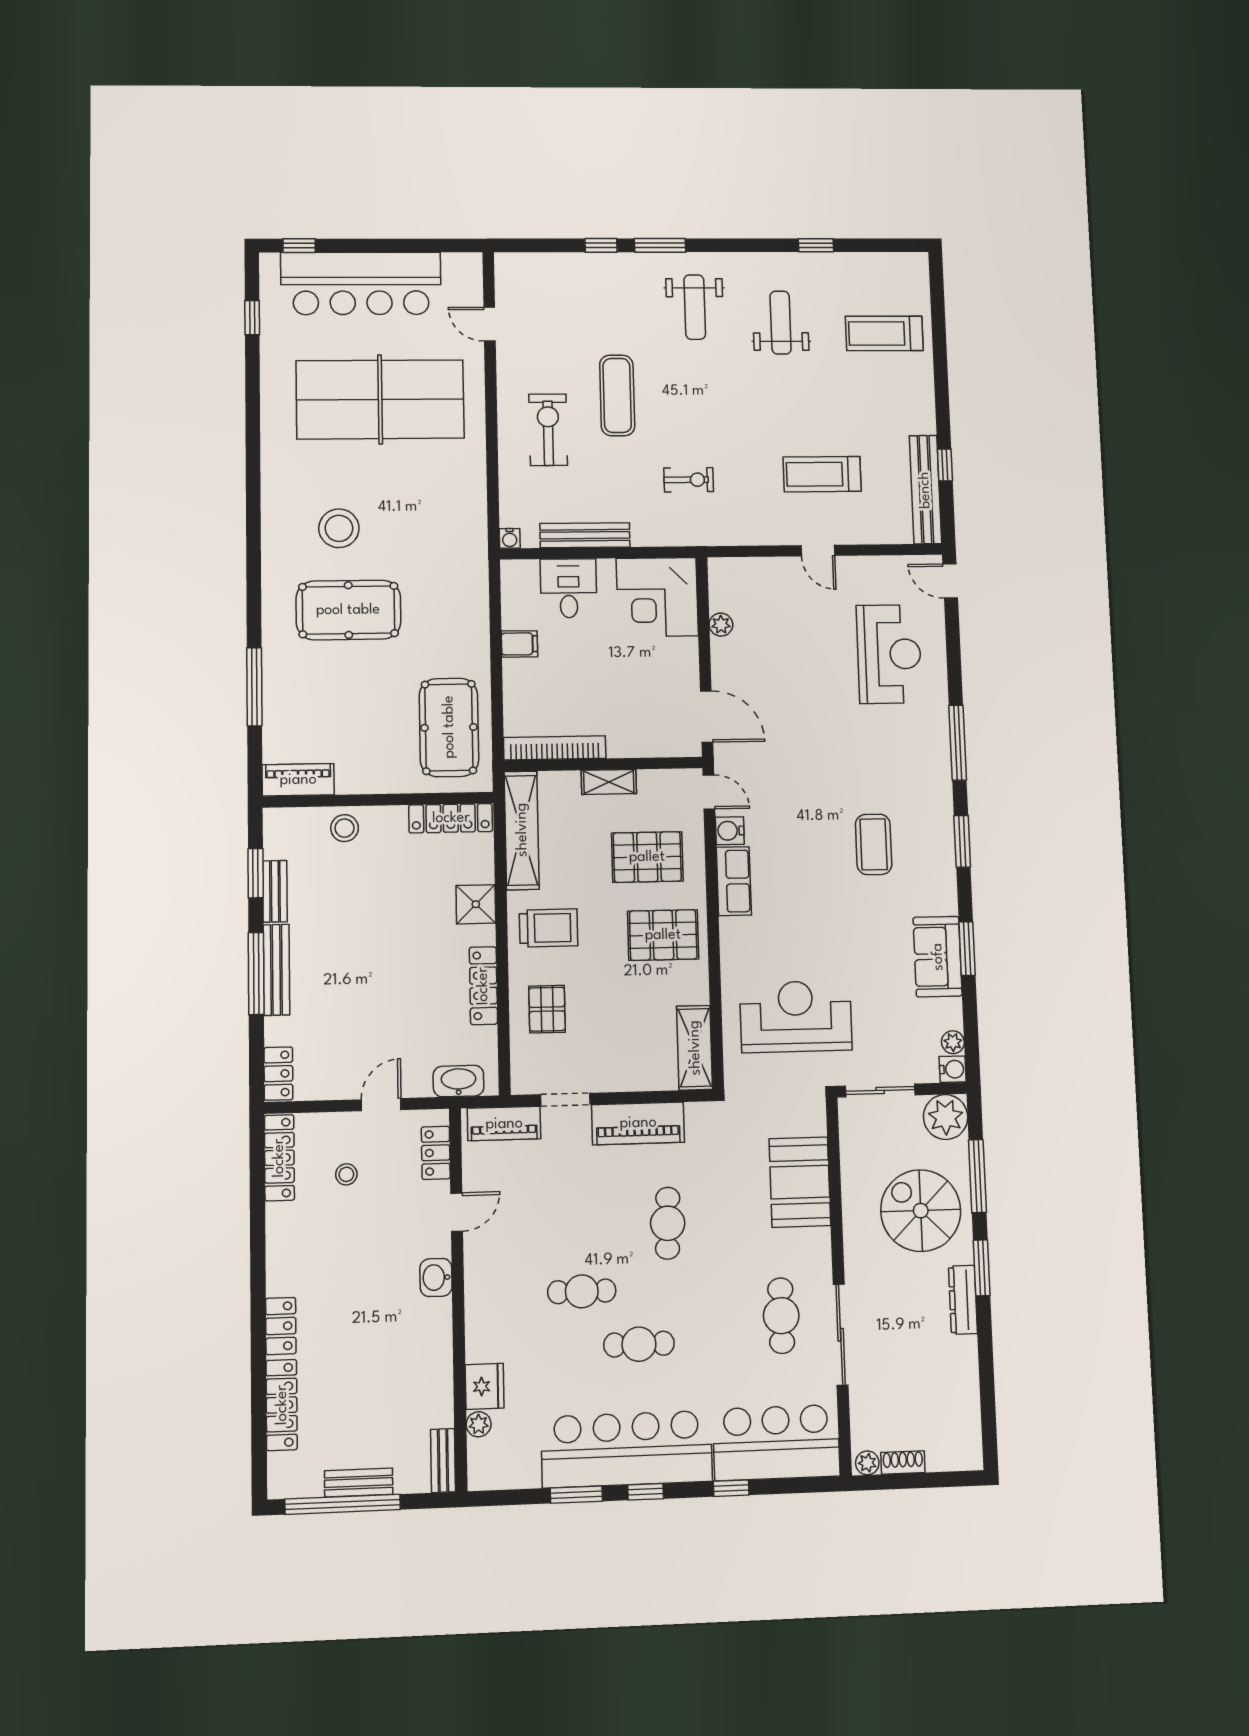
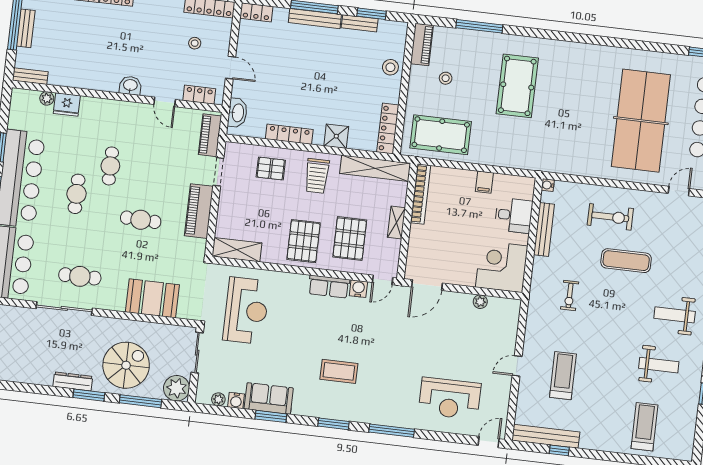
stool: (339, 528) -> (446, 78), moved, width x0.53, depth x0.53
water cooler: (953, 1069) -> (236, 401), moved

